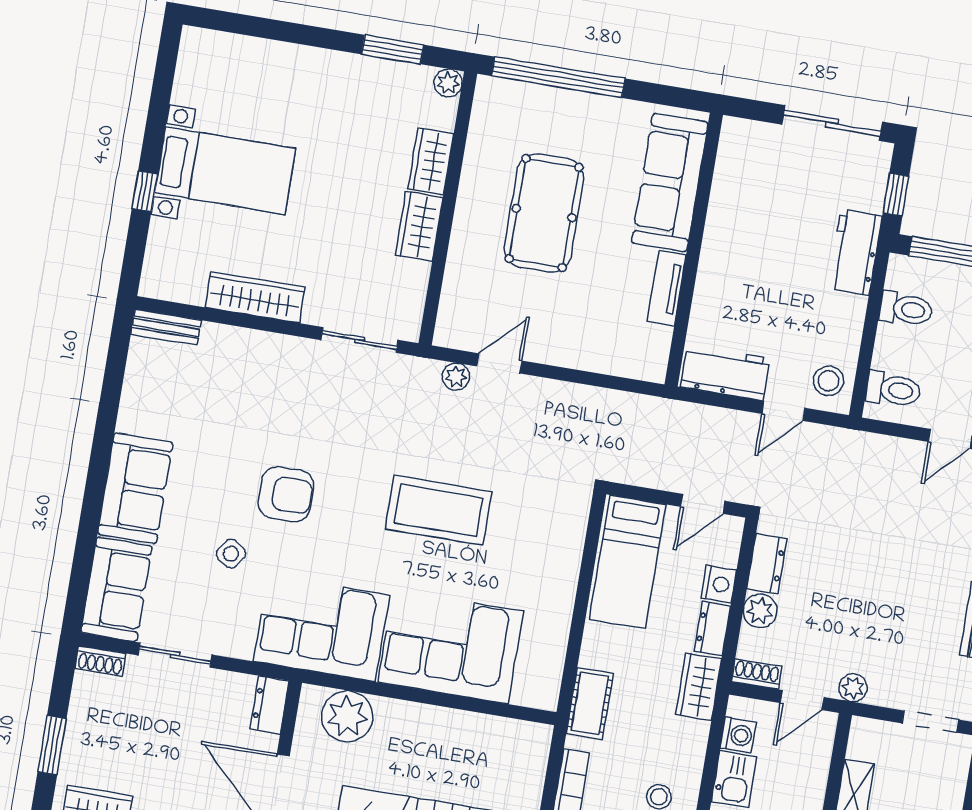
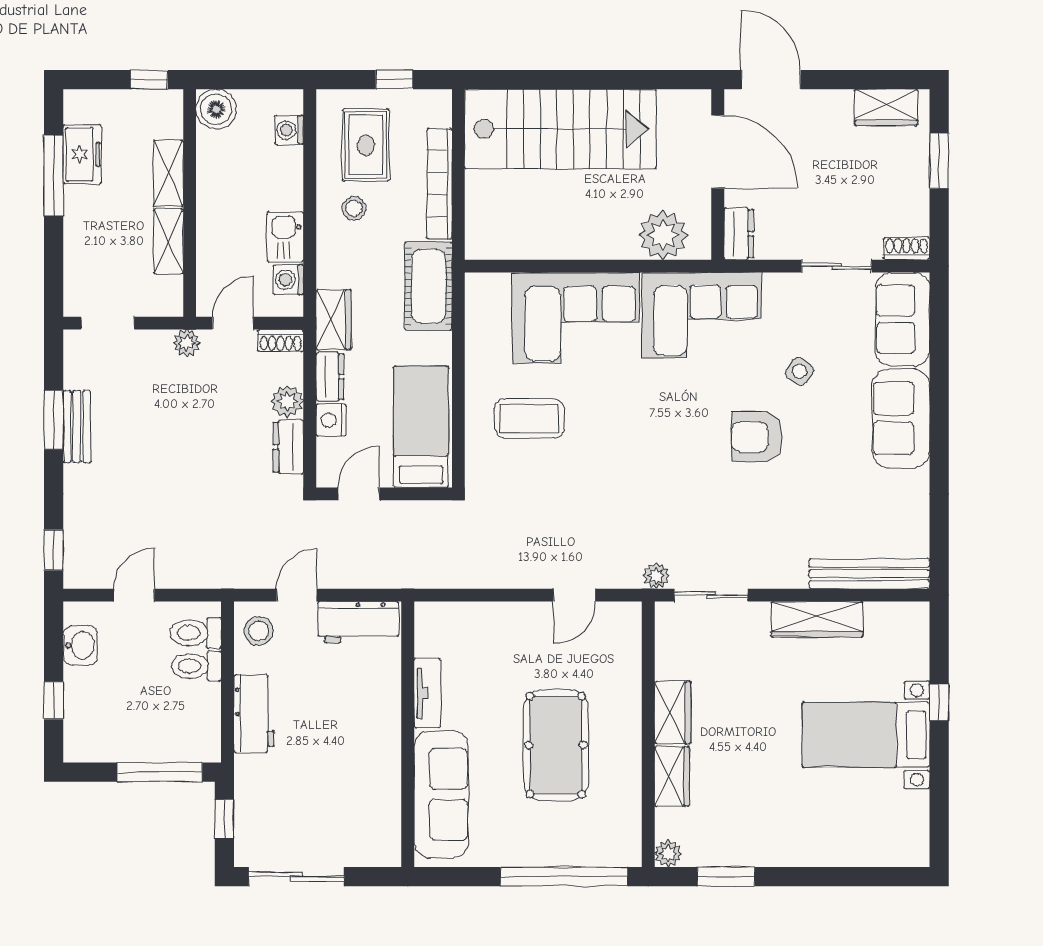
workbench: (855, 252) -> (254, 714), moved
toilet: (906, 309) -> (197, 666), moved
bench: (166, 327) -> (869, 574), width x1.86, depth x1.21
plant: (456, 377) -> (656, 576), moved
coffee table: (438, 510) -> (529, 418), moved, width x0.73, depth x0.76
cot: (590, 703) -> (429, 286), width x1.37, depth x1.34

